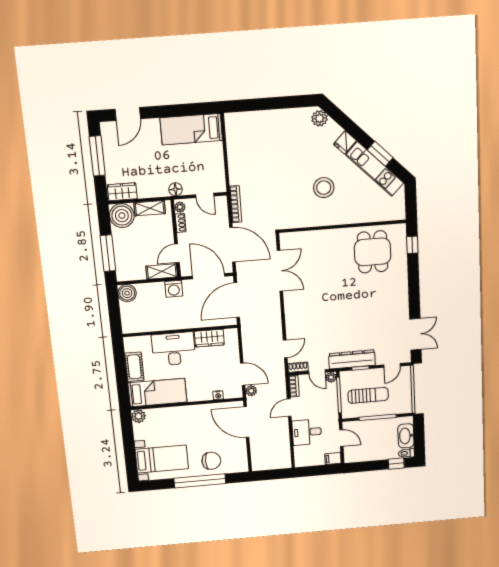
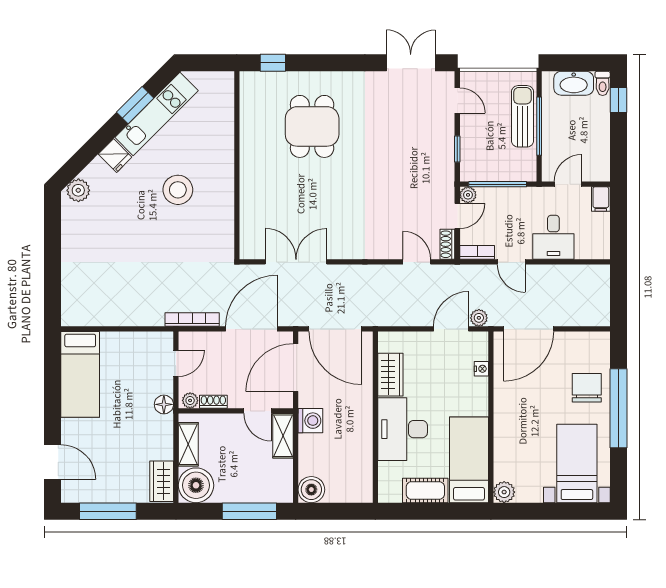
dining table: (373, 252) -> (312, 126), moved, turned 90
dresser: (352, 359) -> (442, 161), removed
sun lounger: (368, 395) -> (522, 116), moved

